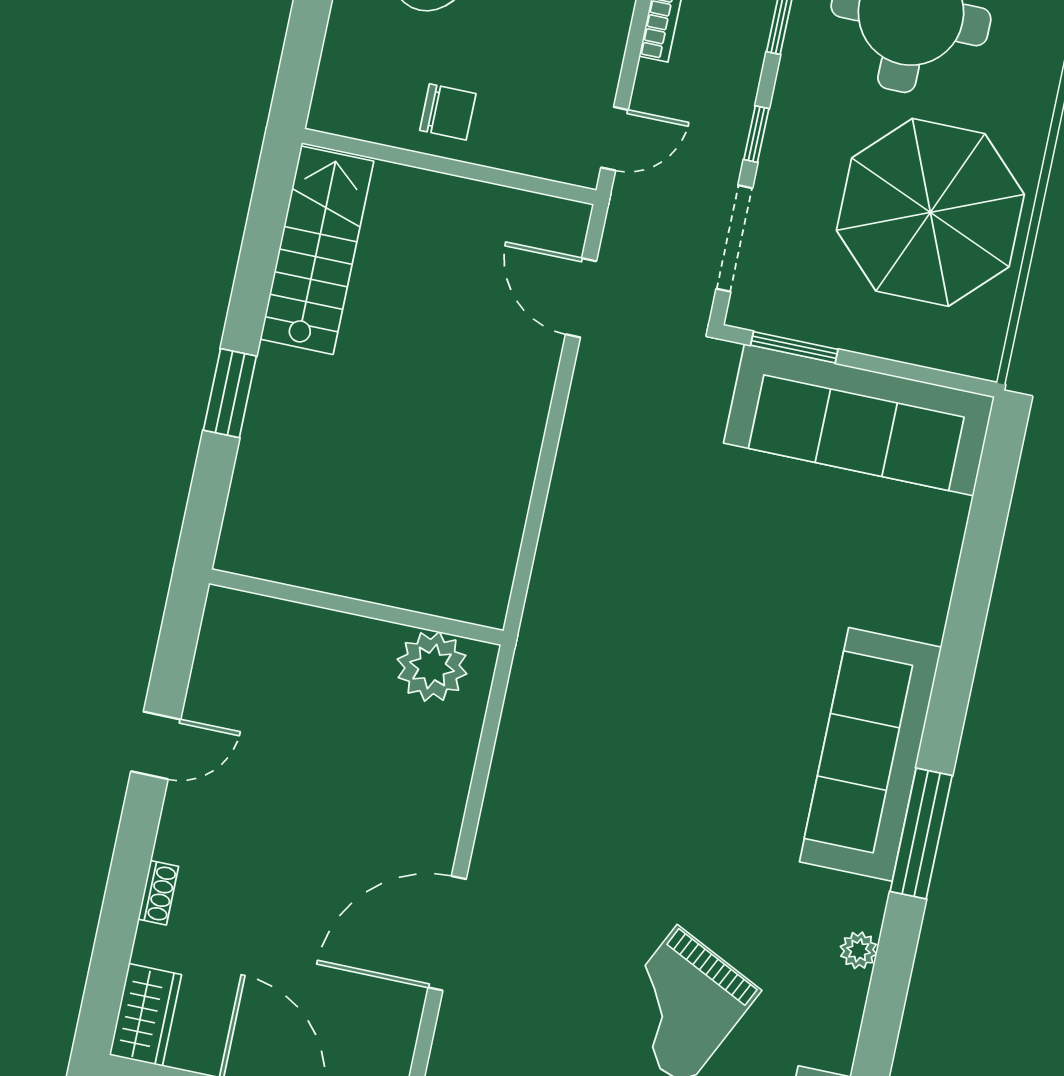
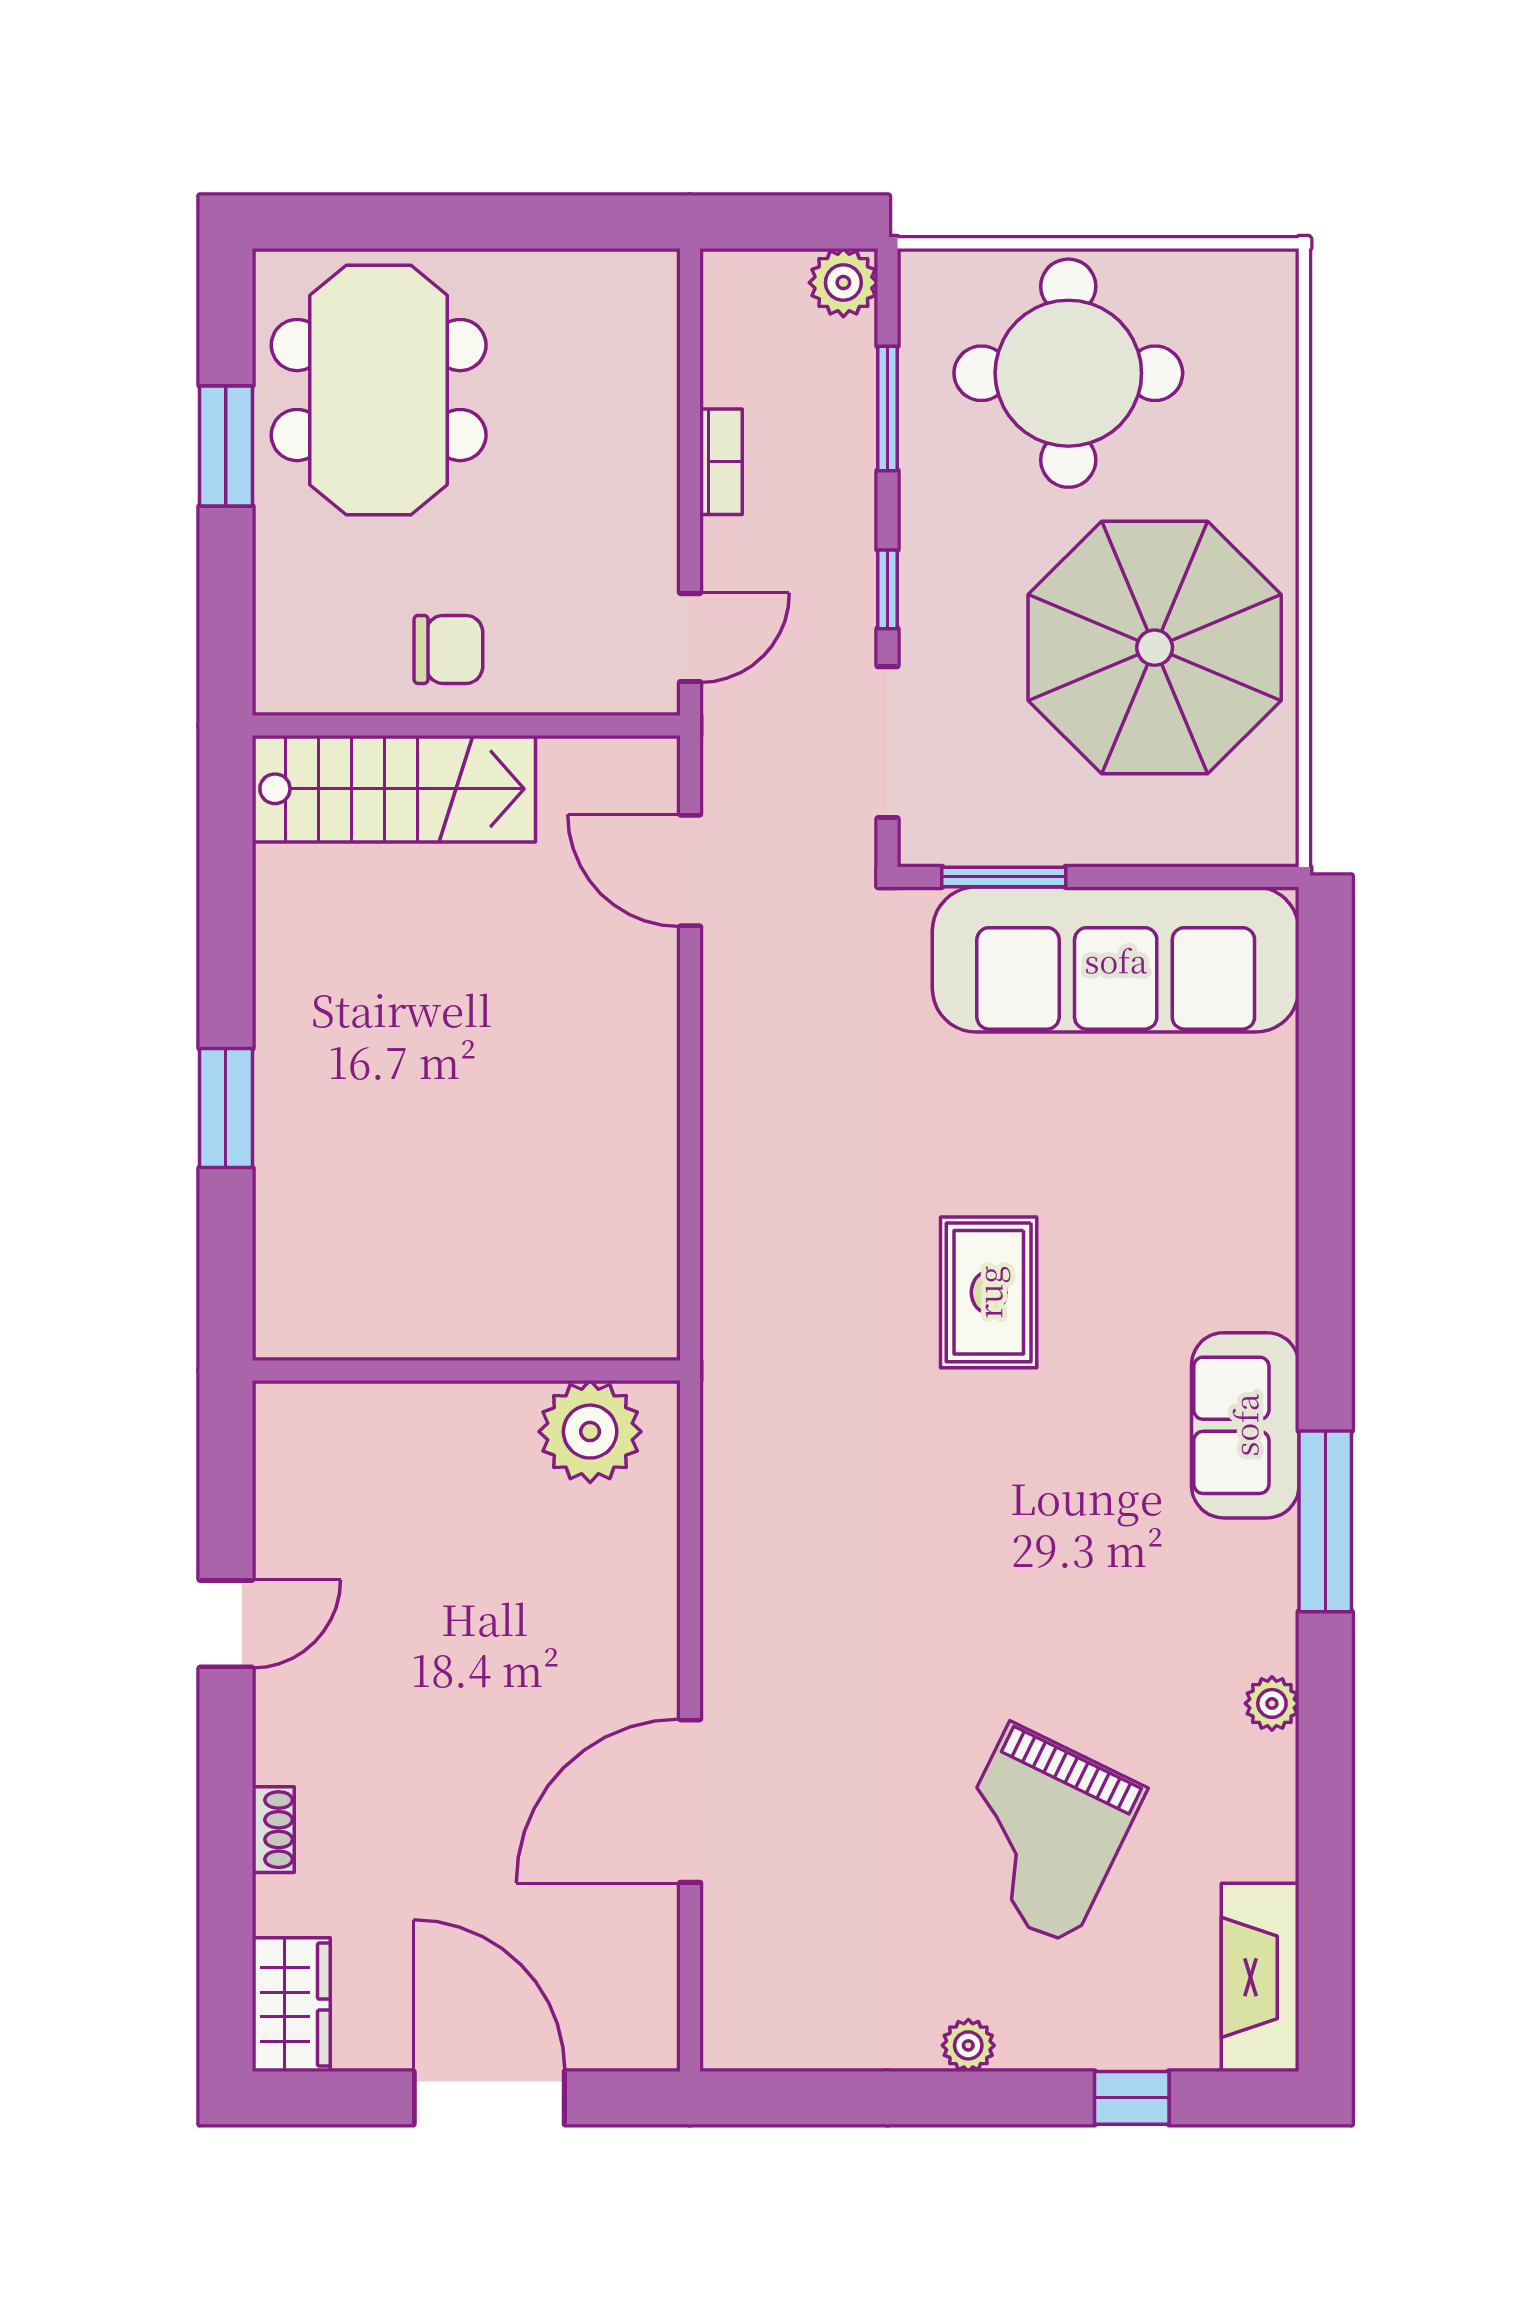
stairs: (317, 250) -> (394, 789), moved, turned 90
rug: (724, 629) -> (989, 1292), added
sofa: (870, 754) -> (1245, 1425), width x0.54, depth x0.79

